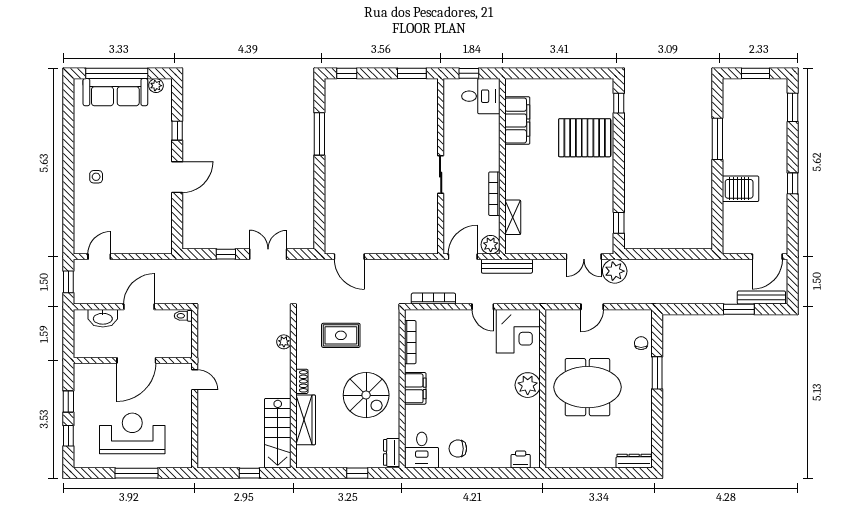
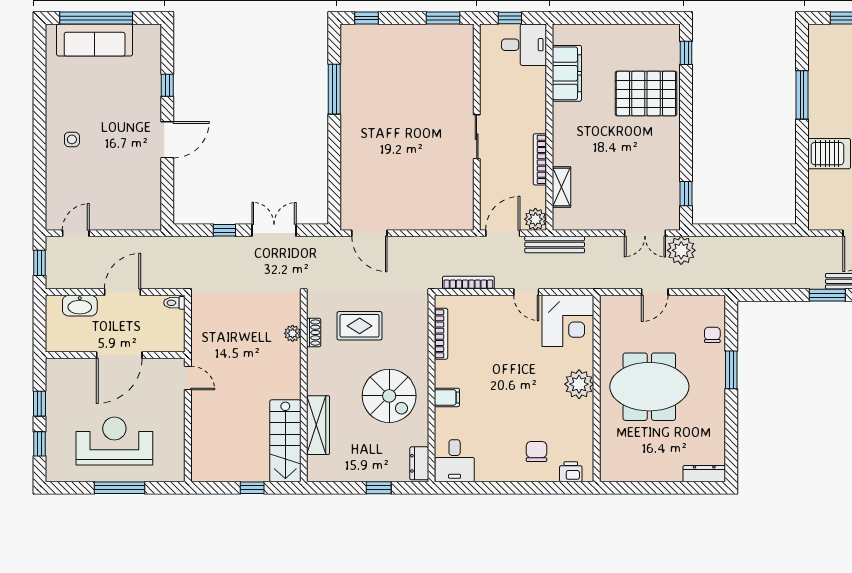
plant: (156, 86) -> (142, 32), removed
shoe rack: (302, 381) -> (314, 333), moved
filing cabinet: (415, 388) -> (447, 397), width x0.50
chair: (458, 449) -> (536, 451), moved, turned 90

